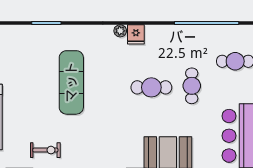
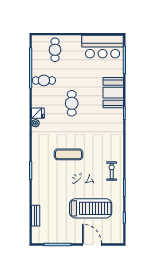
exercise mat: (71, 82) -> (69, 154), width x0.73, depth x0.69
cafe table: (192, 86) -> (44, 80), moved

